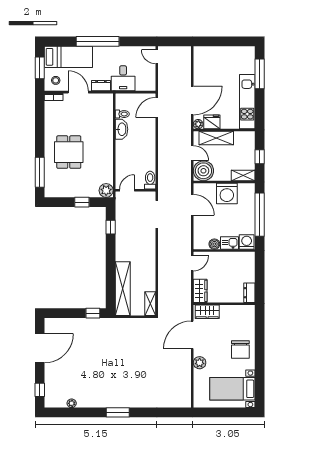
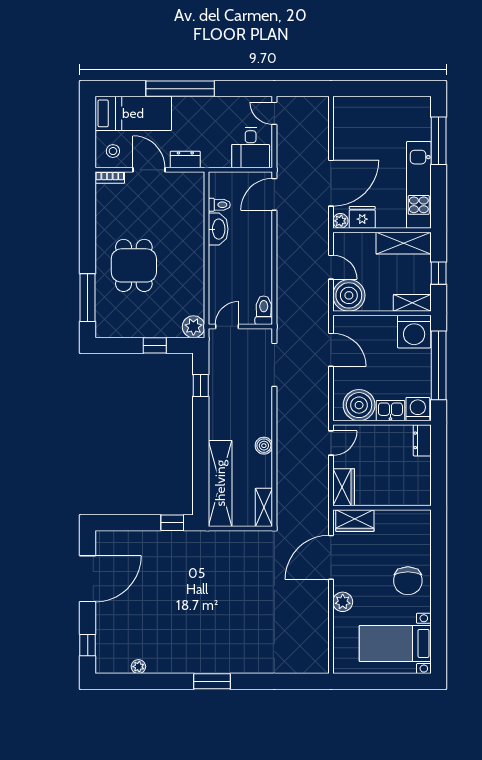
window: (40, 68) -> (88, 131), removed
desk: (123, 78) -> (251, 148), moved
shelving: (216, 138) -> (404, 243), moved
washing machine: (227, 193) -> (414, 332), moved
boiler: (214, 244) -> (359, 405), width x1.86, depth x1.86
boiler: (150, 265) -> (264, 446), added
dresser: (249, 293) -> (422, 440), moved

